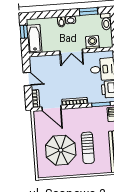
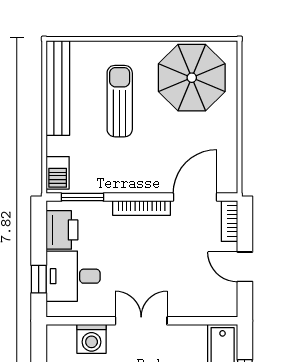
door: (52, 108) -> (195, 197), hinge flipped
parasol: (61, 150) -> (192, 78), moved

